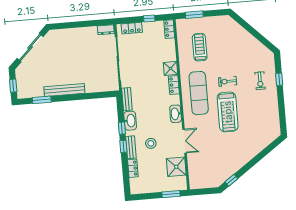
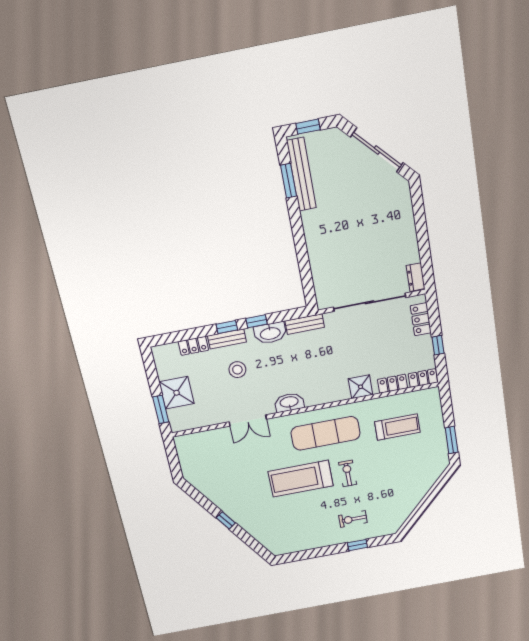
window: (194, 15) -> (452, 440), moved
locker: (174, 85) -> (393, 384), moved
bench: (64, 90) -> (301, 174), moved
shower: (176, 167) -> (177, 393), moved
window: (231, 180) -> (226, 520), moved

